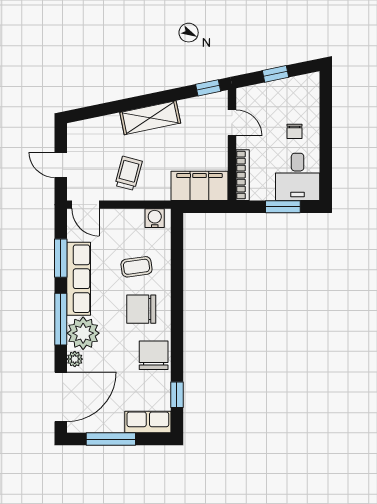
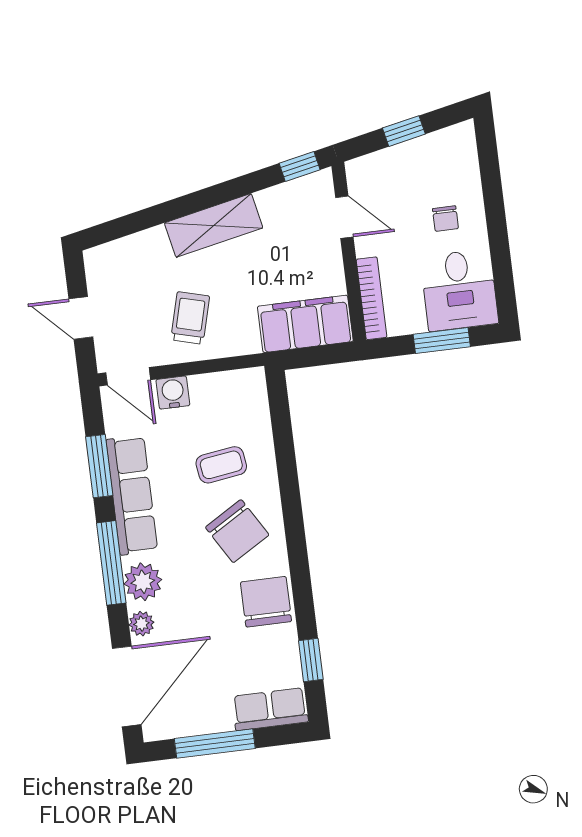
water cooler: (155, 218) -> (173, 393), moved
chair: (141, 309) -> (237, 531), turned -121
plant: (83, 333) -> (143, 582), width x0.73, depth x0.73

